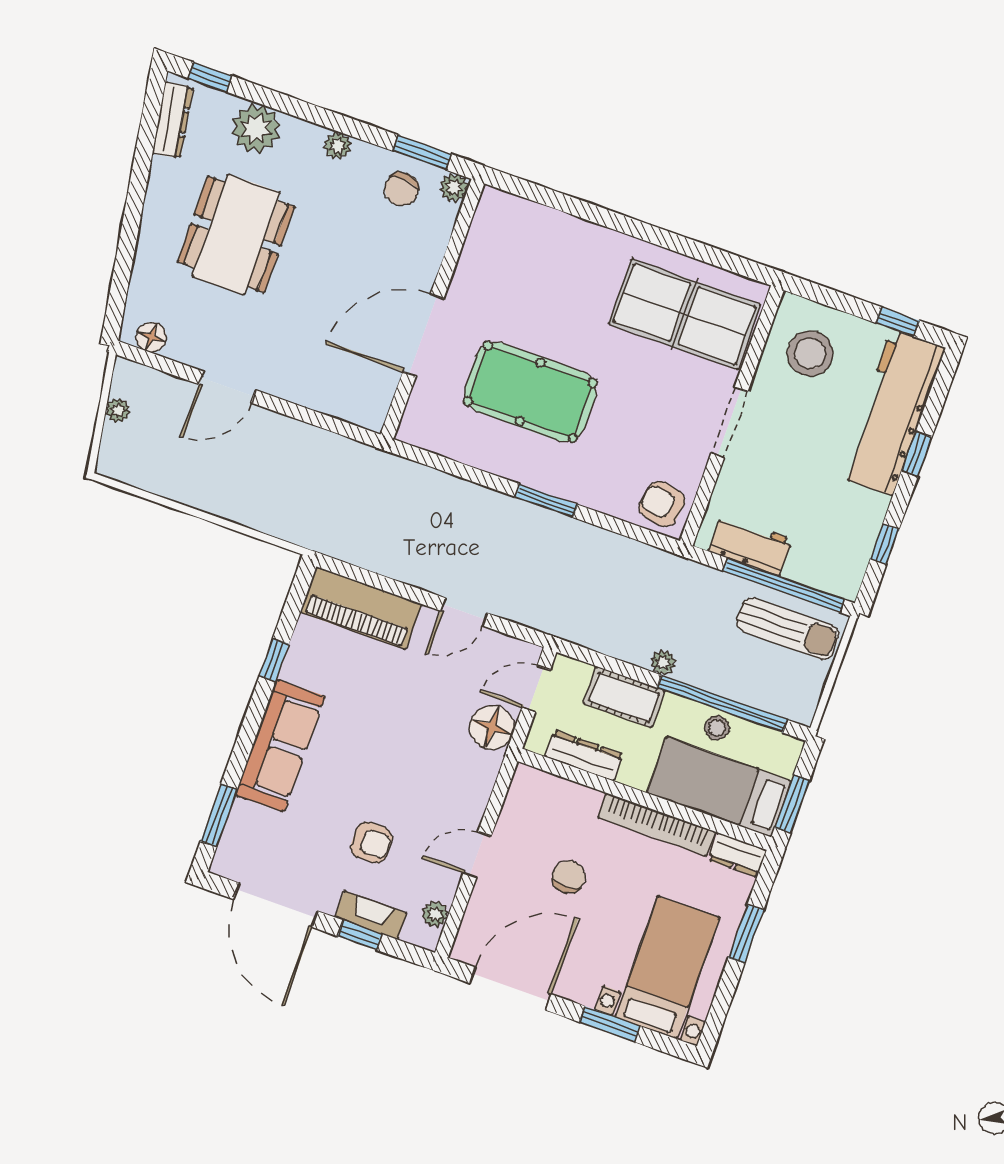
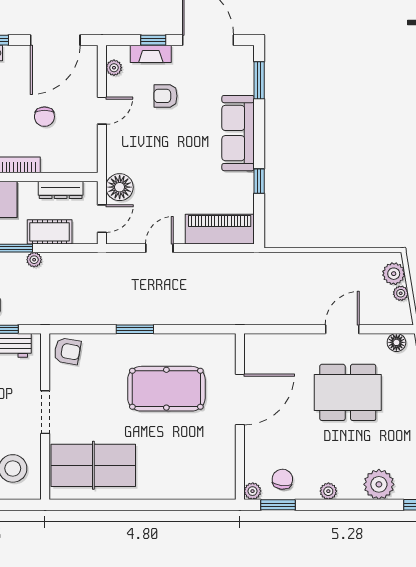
dining table: (236, 234) -> (348, 392), moved, turned 90
plant: (118, 444) -> (394, 274), added

